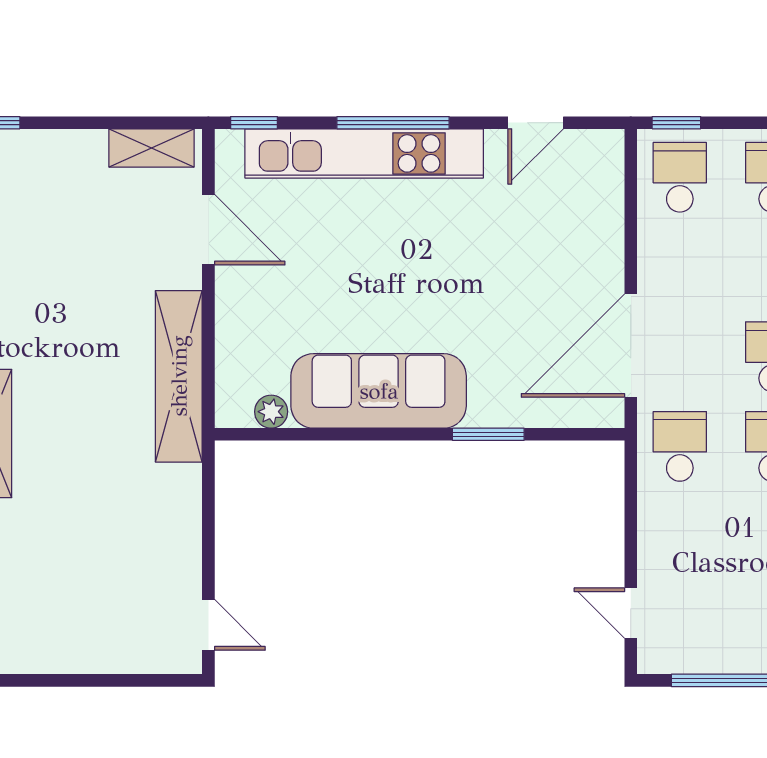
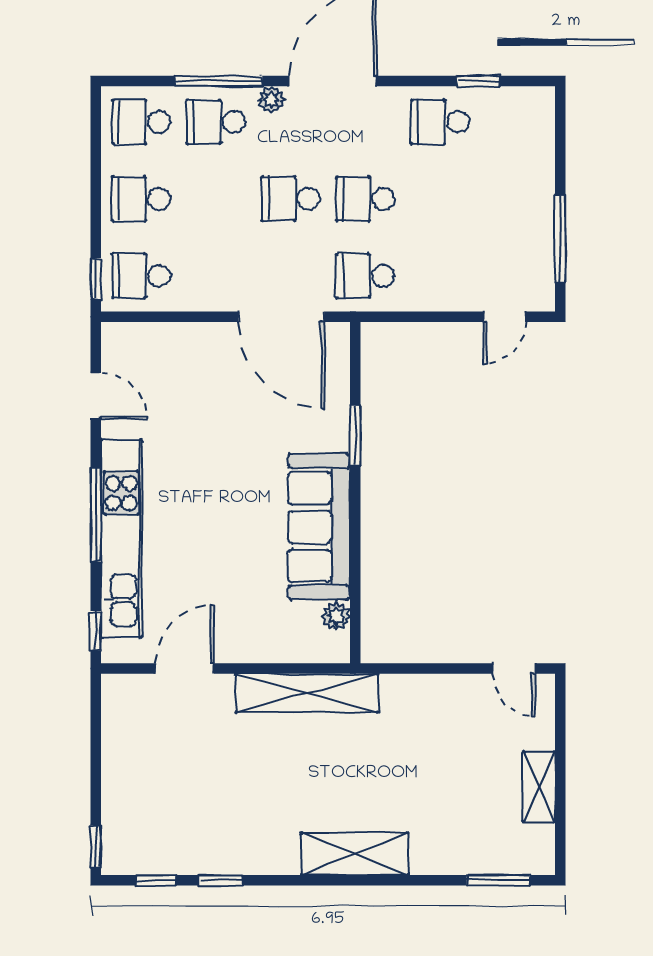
shelving: (152, 148) -> (539, 786), moved
door: (208, 625) -> (514, 669), swing flipped

